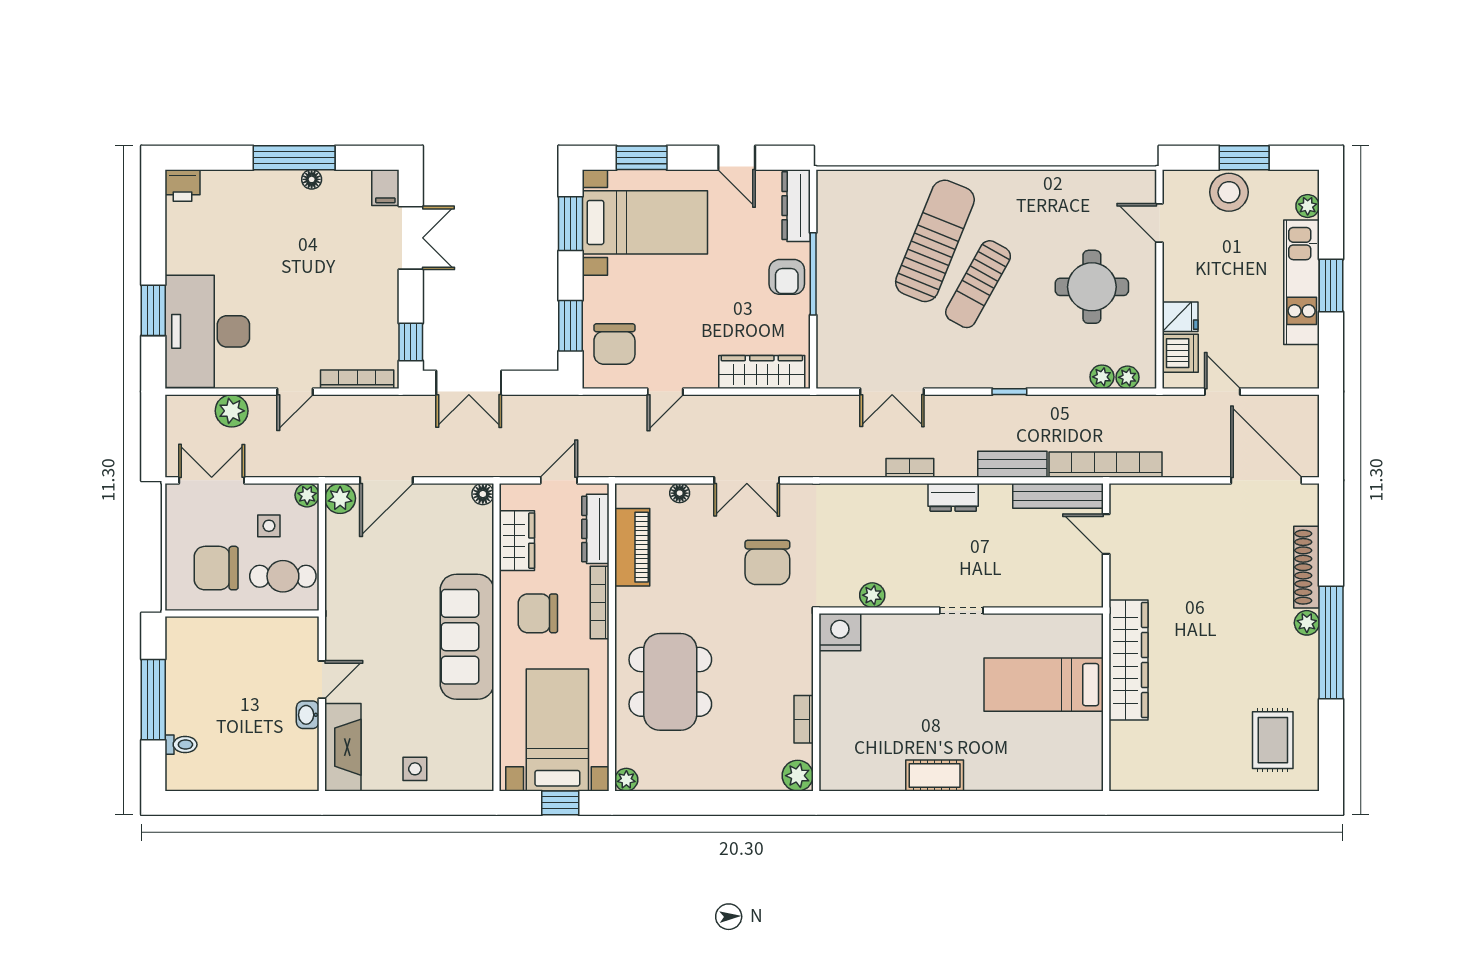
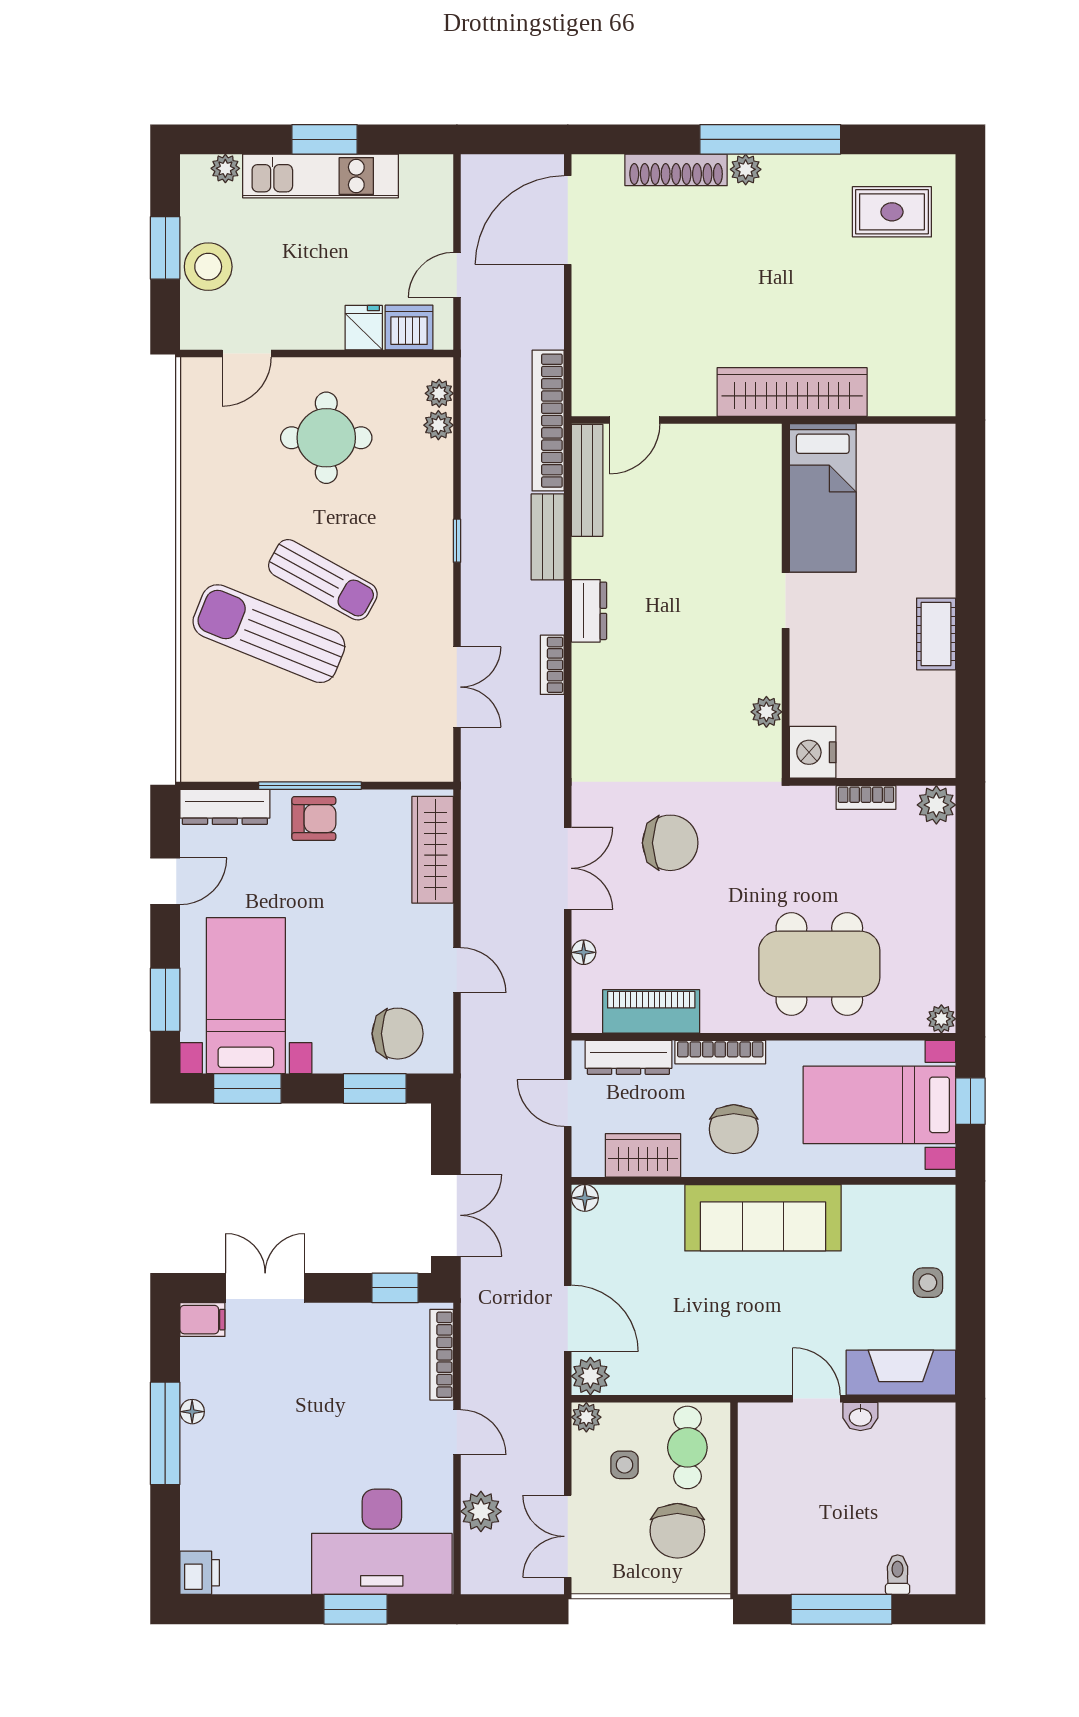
plant: (872, 595) -> (766, 712), moved
doorway: (961, 611) -> (786, 601), moved
wall: (961, 611) -> (786, 601), moved
nightstand: (840, 632) -> (813, 752), moved

